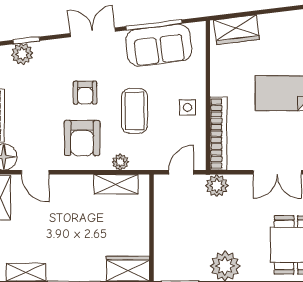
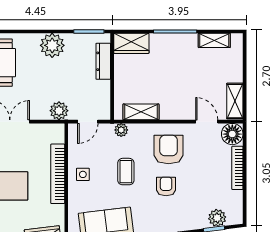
coffee table: (135, 111) -> (126, 172), width x0.73, depth x0.77
bookcase: (218, 134) -> (58, 174), moved
plant: (120, 162) -> (121, 130), moved
dresser: (162, 247) -> (103, 61), added

